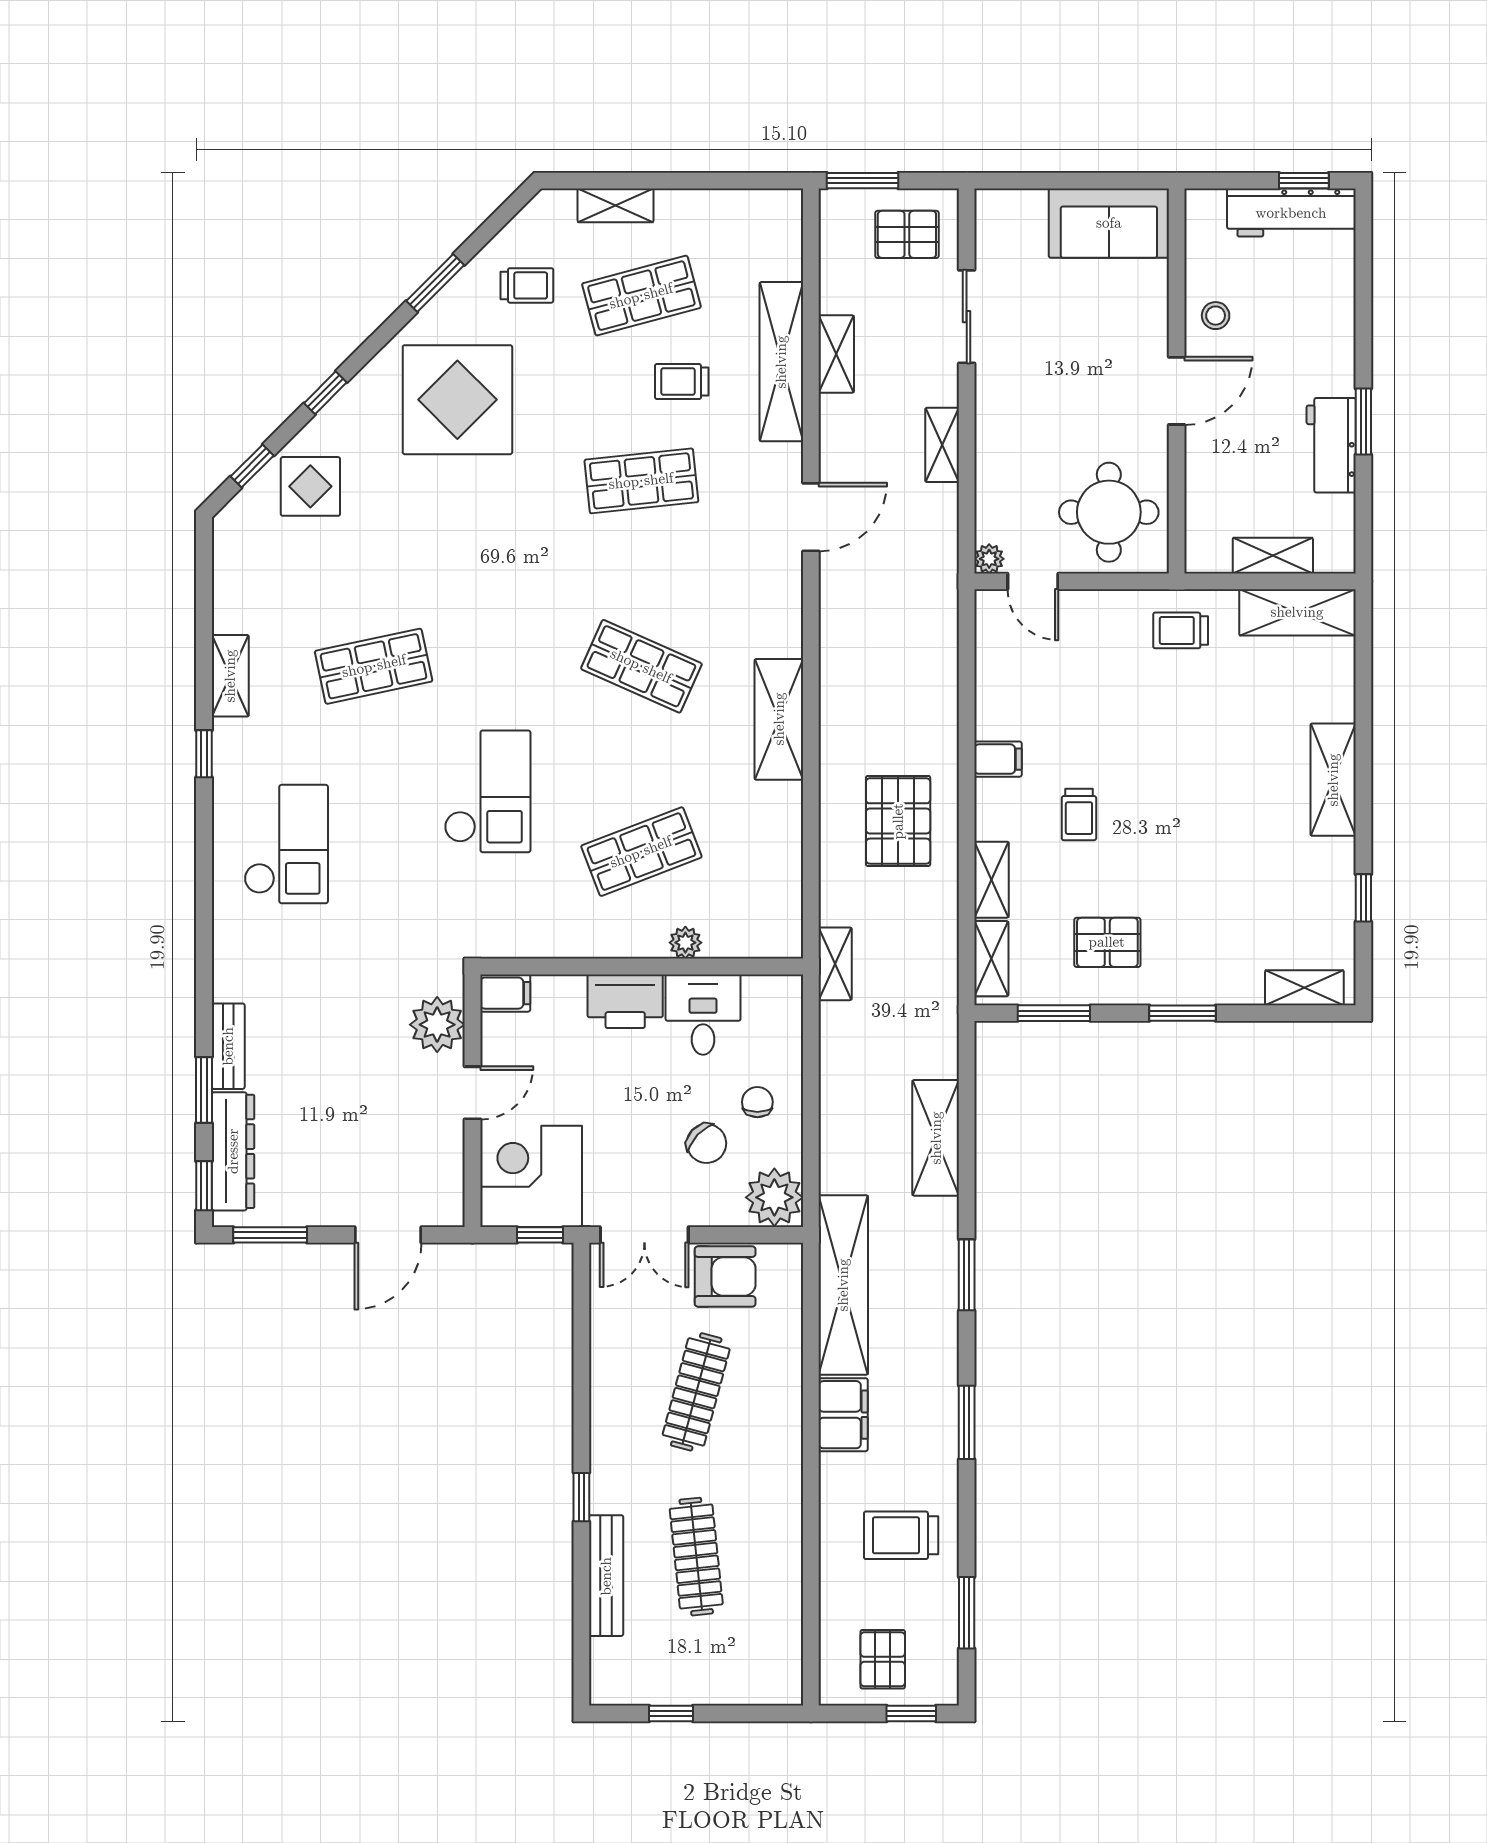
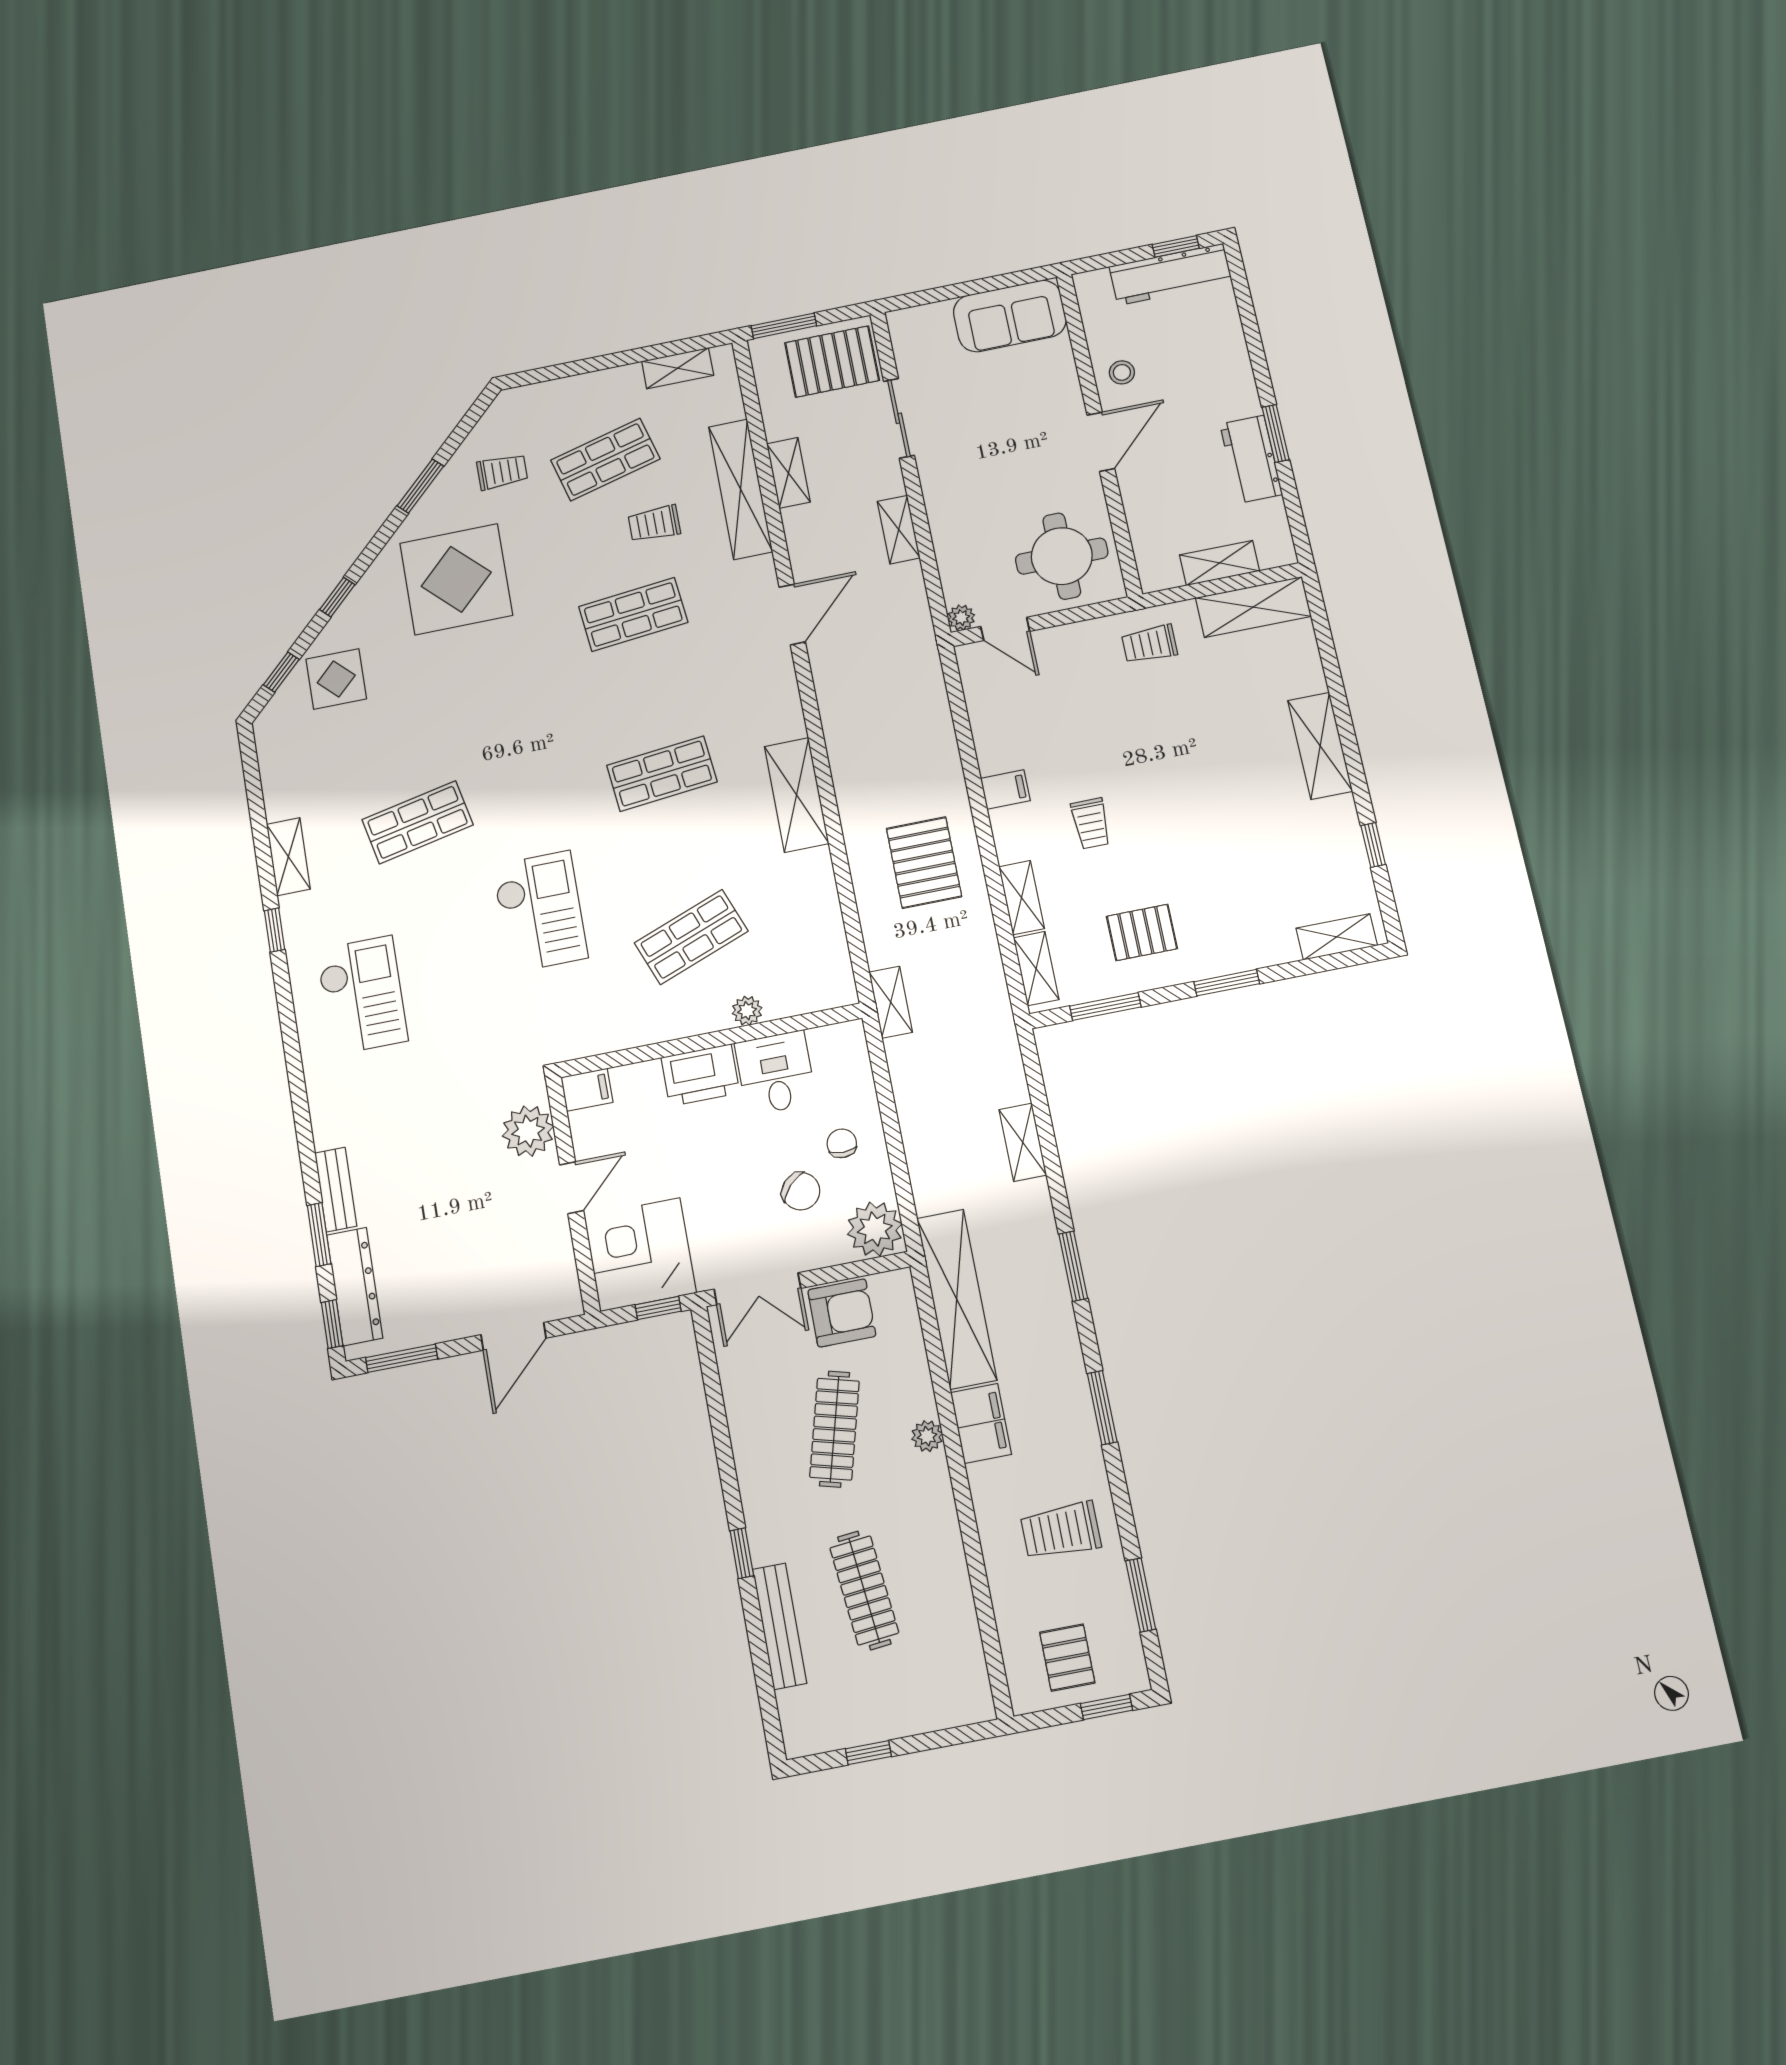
shelving: (616, 205) -> (678, 368), moved
pallet: (907, 234) -> (832, 362), width x1.50, depth x1.42
shop shelf: (641, 666) -> (662, 774), turned -30
shelving: (936, 1138) -> (1023, 1142), width x0.67, depth x0.75
plant: (787, 1417) -> (927, 1436), added

